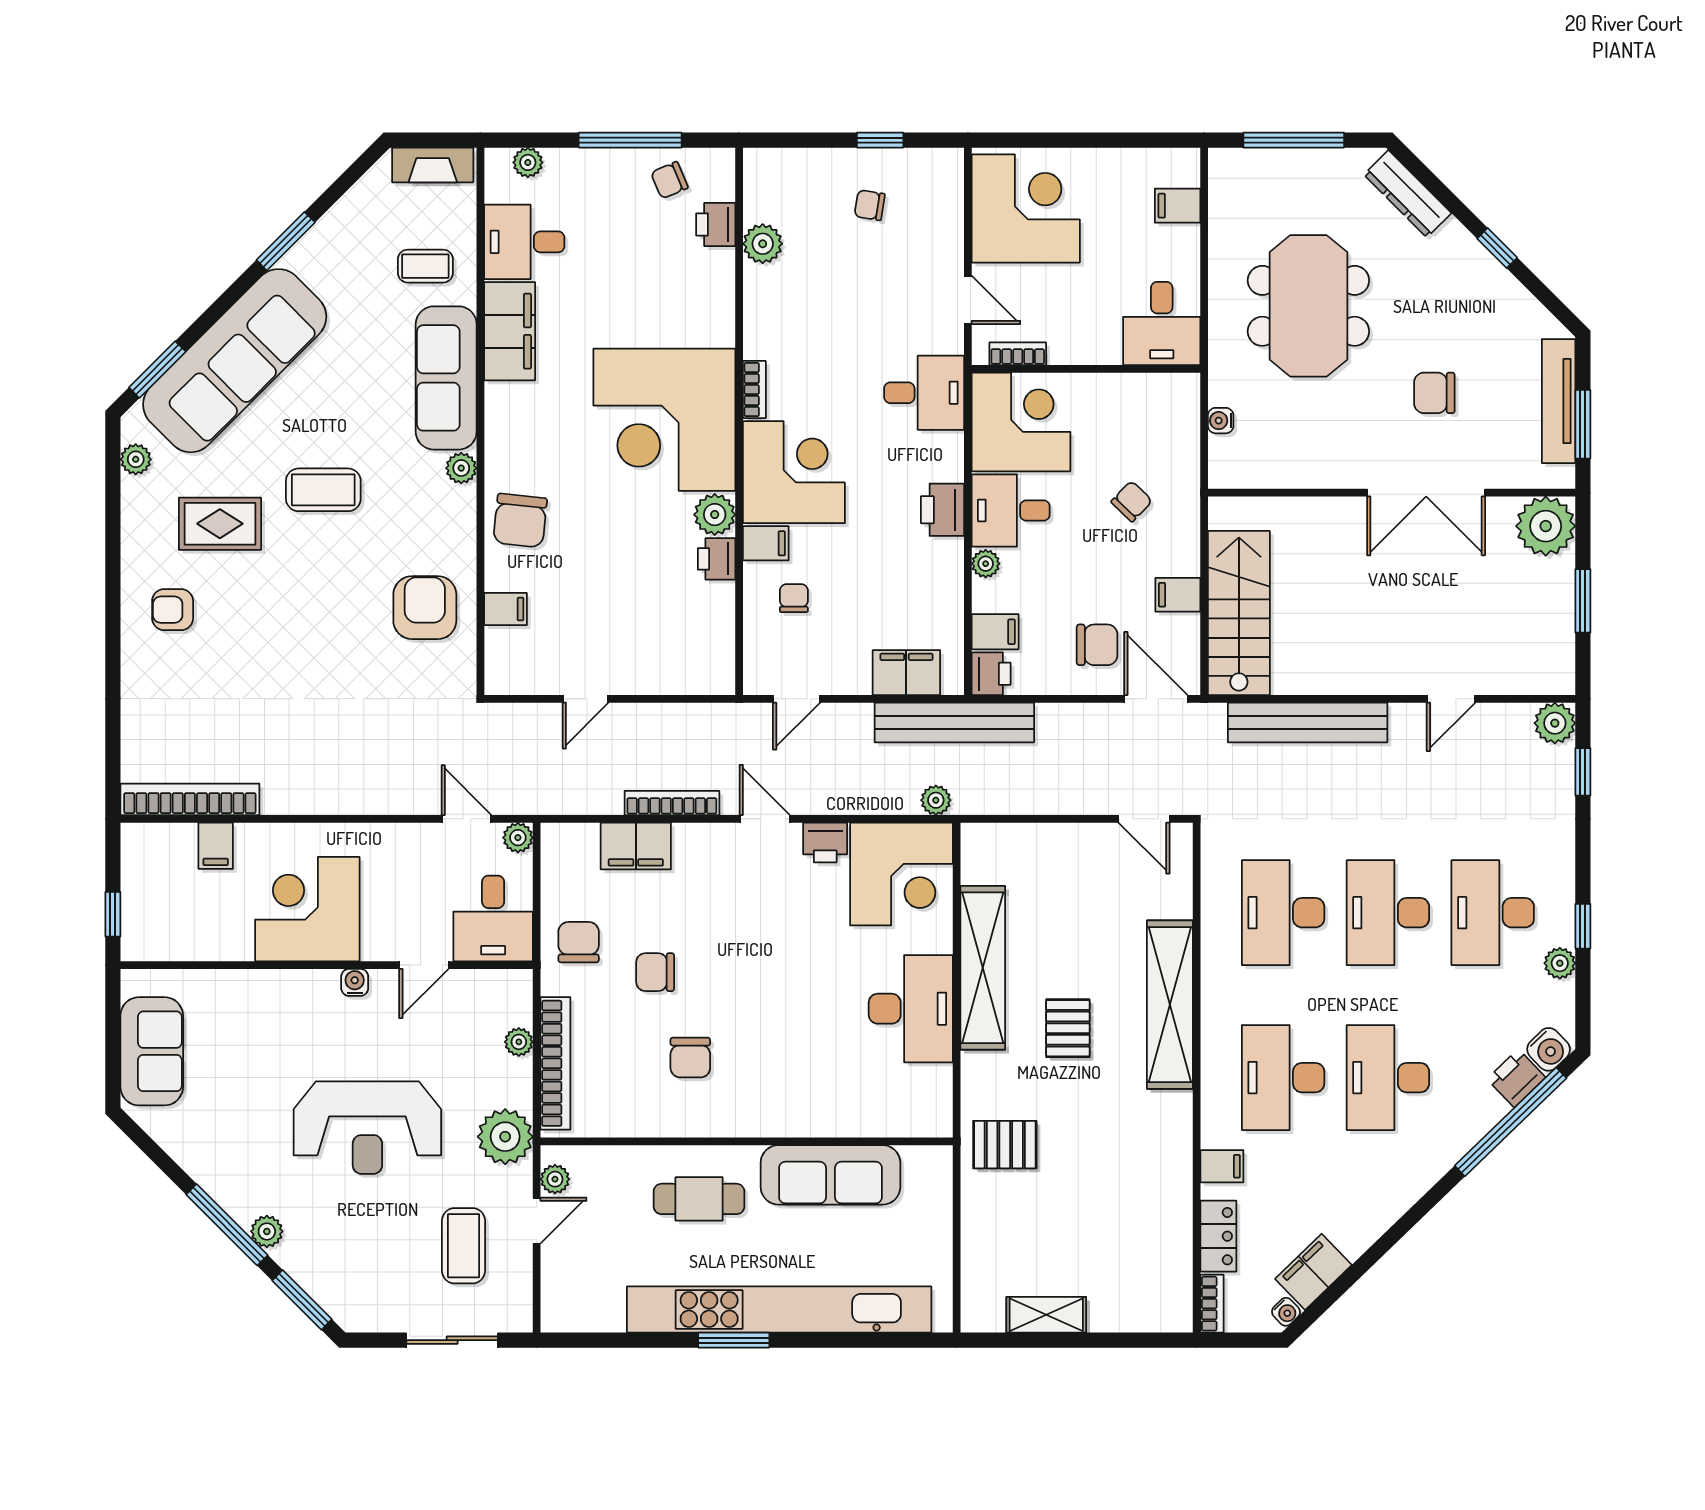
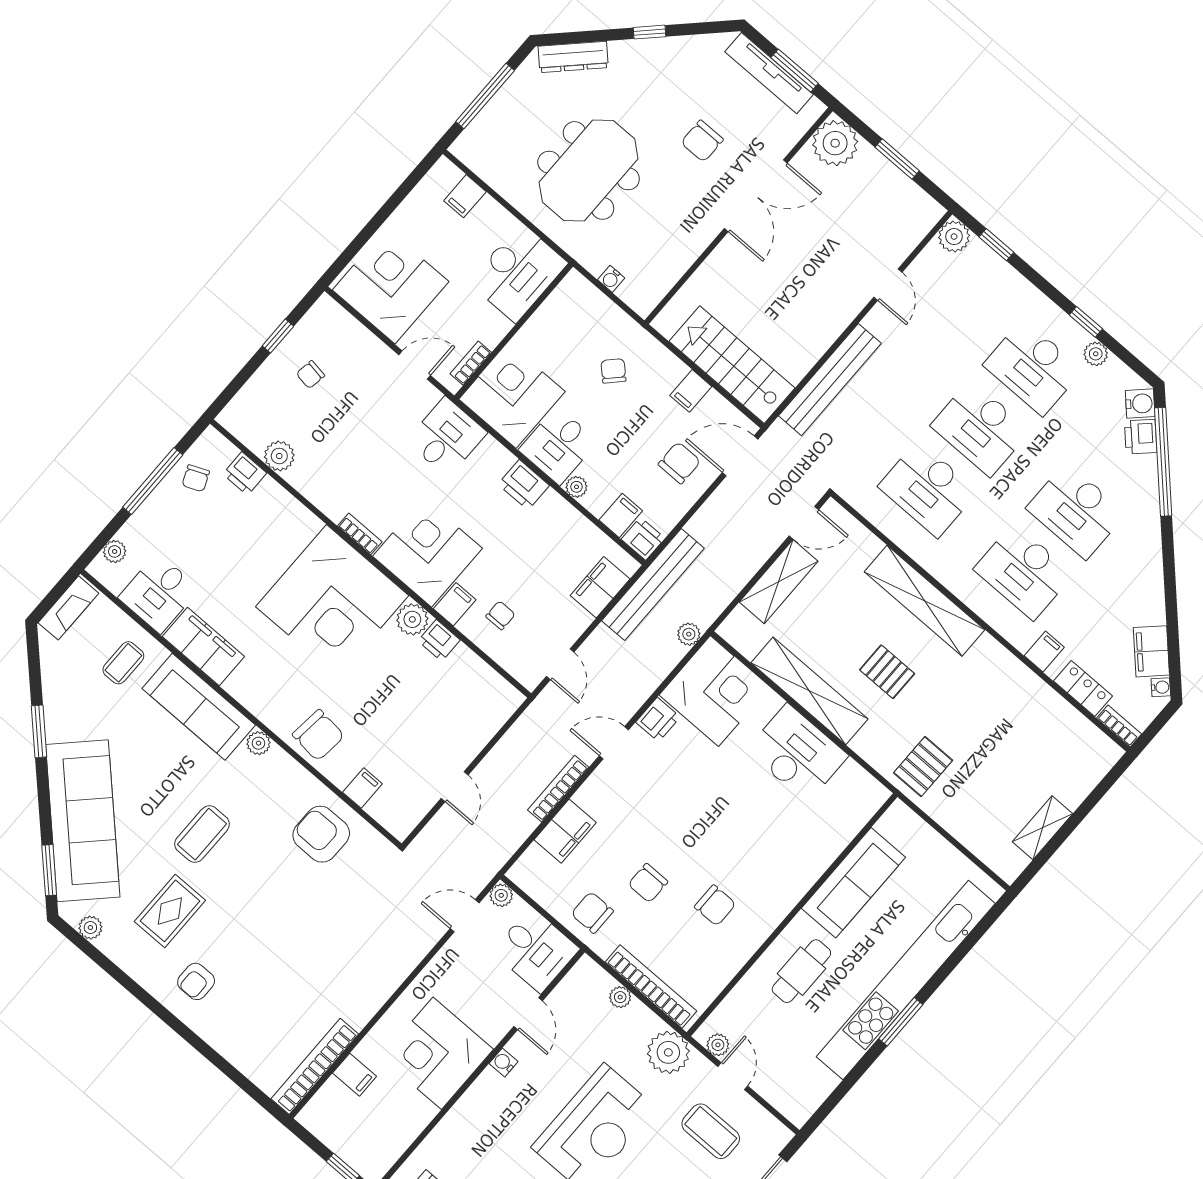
meeting table: (1308, 306) -> (589, 170), turned 90
desk: (1162, 323) -> (518, 273), width x1.37
chair: (794, 598) -> (500, 615), turned 90
shelving: (1064, 844) -> (779, 582), added

